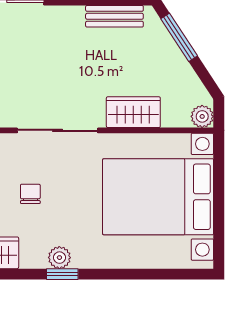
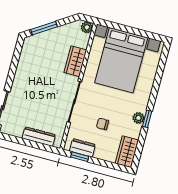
bench: (114, 16) -> (25, 58), removed

